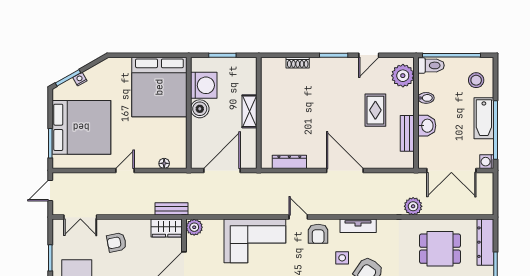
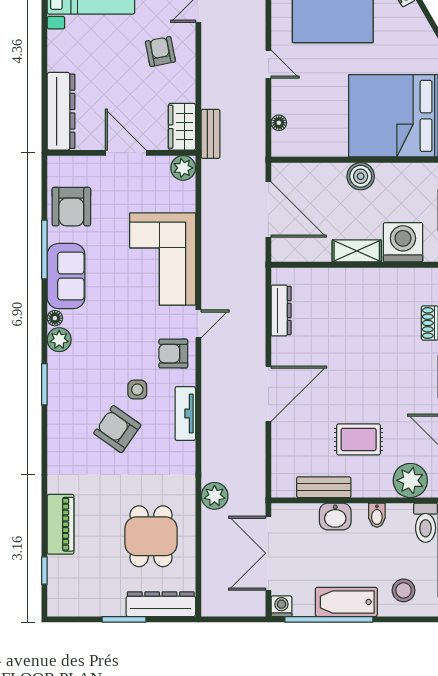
washing machine: (204, 85) -> (403, 242), moved, turned 180

